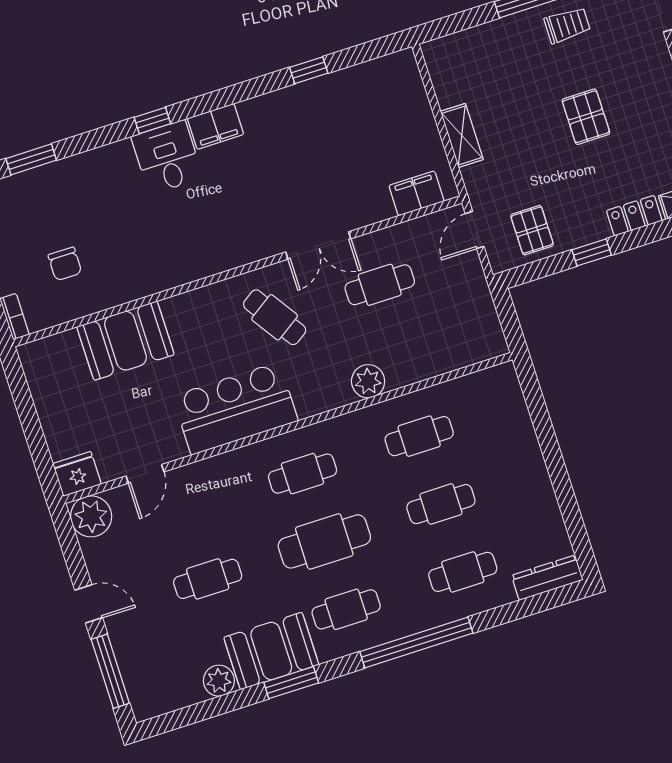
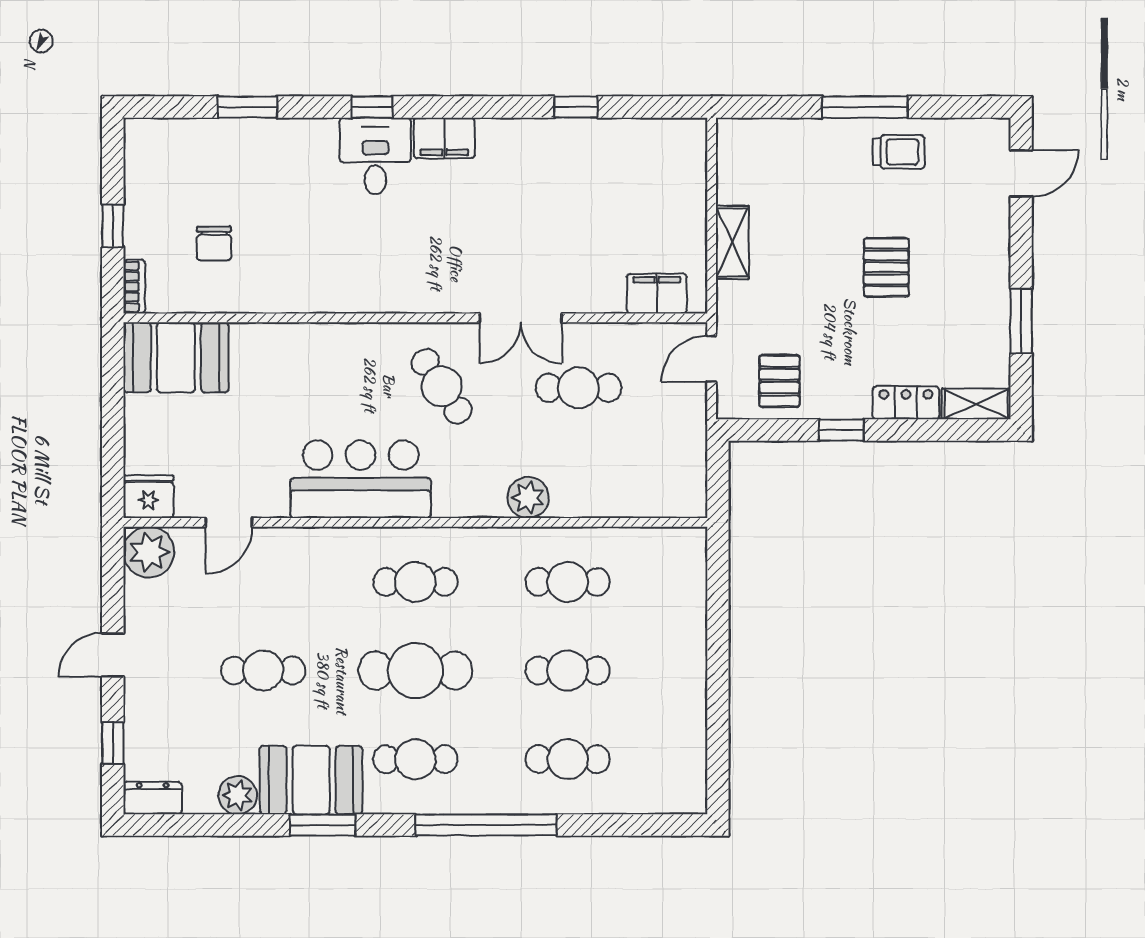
window: (31, 159) -> (247, 107), moved
booth: (126, 341) -> (176, 357), moved
dresser: (547, 578) -> (153, 798), moved, width x0.70
door: (89, 604) -> (113, 655), swing flipped
window: (110, 671) -> (113, 743), width x0.46

